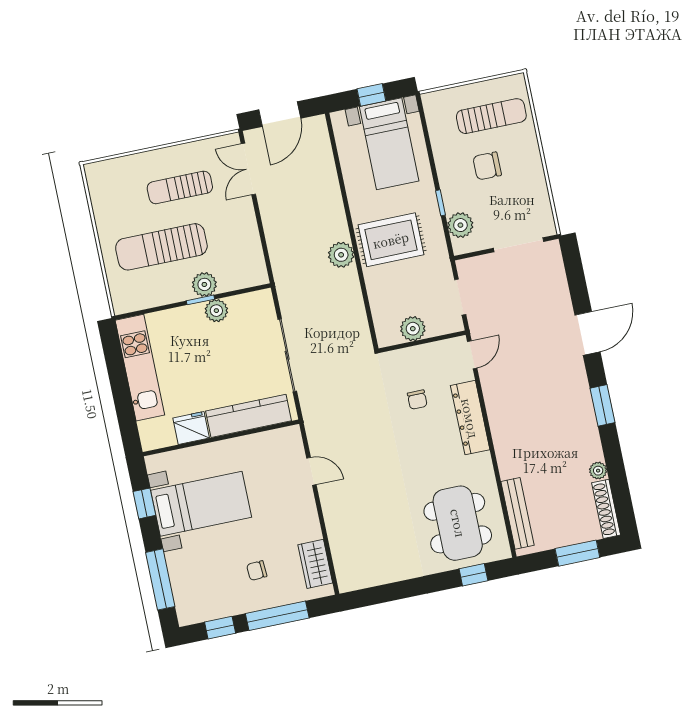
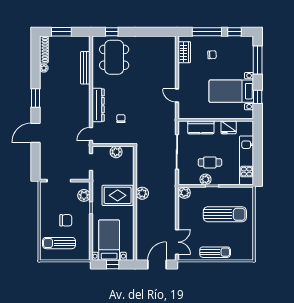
sun lounger: (180, 187) -> (215, 252), moved
plant: (204, 284) -> (184, 193), moved
cafe table: (215, 347) -> (210, 162), added
kitchen counter: (249, 416) -> (201, 127), width x0.67
bench: (518, 513) -> (85, 68), moved

